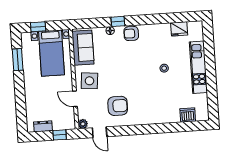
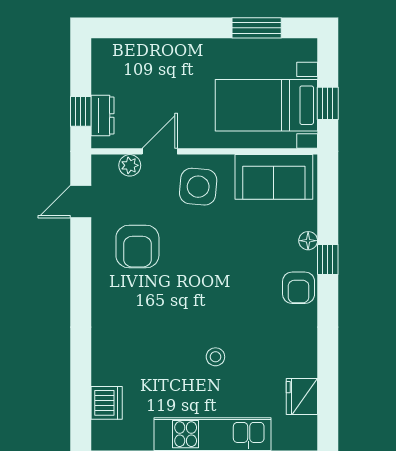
window: (38, 27) -> (328, 103), moved
armchair: (131, 33) -> (299, 288), turned 180
plant: (83, 124) -> (130, 165), moved
dresser: (43, 126) -> (102, 116), moved

